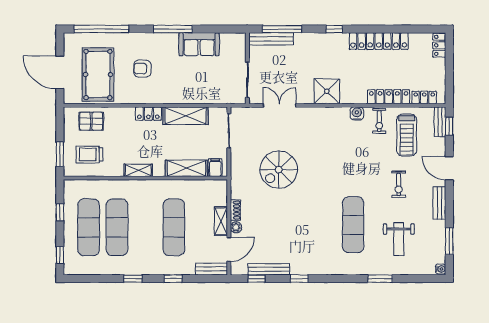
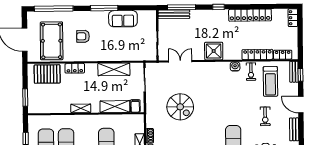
locker: (148, 114) -> (75, 68), moved
pallet: (91, 121) -> (47, 74), width x1.50, depth x1.42
trolley: (90, 155) -> (46, 98), removed
spiral stairs: (279, 170) -> (180, 107), turned -90

